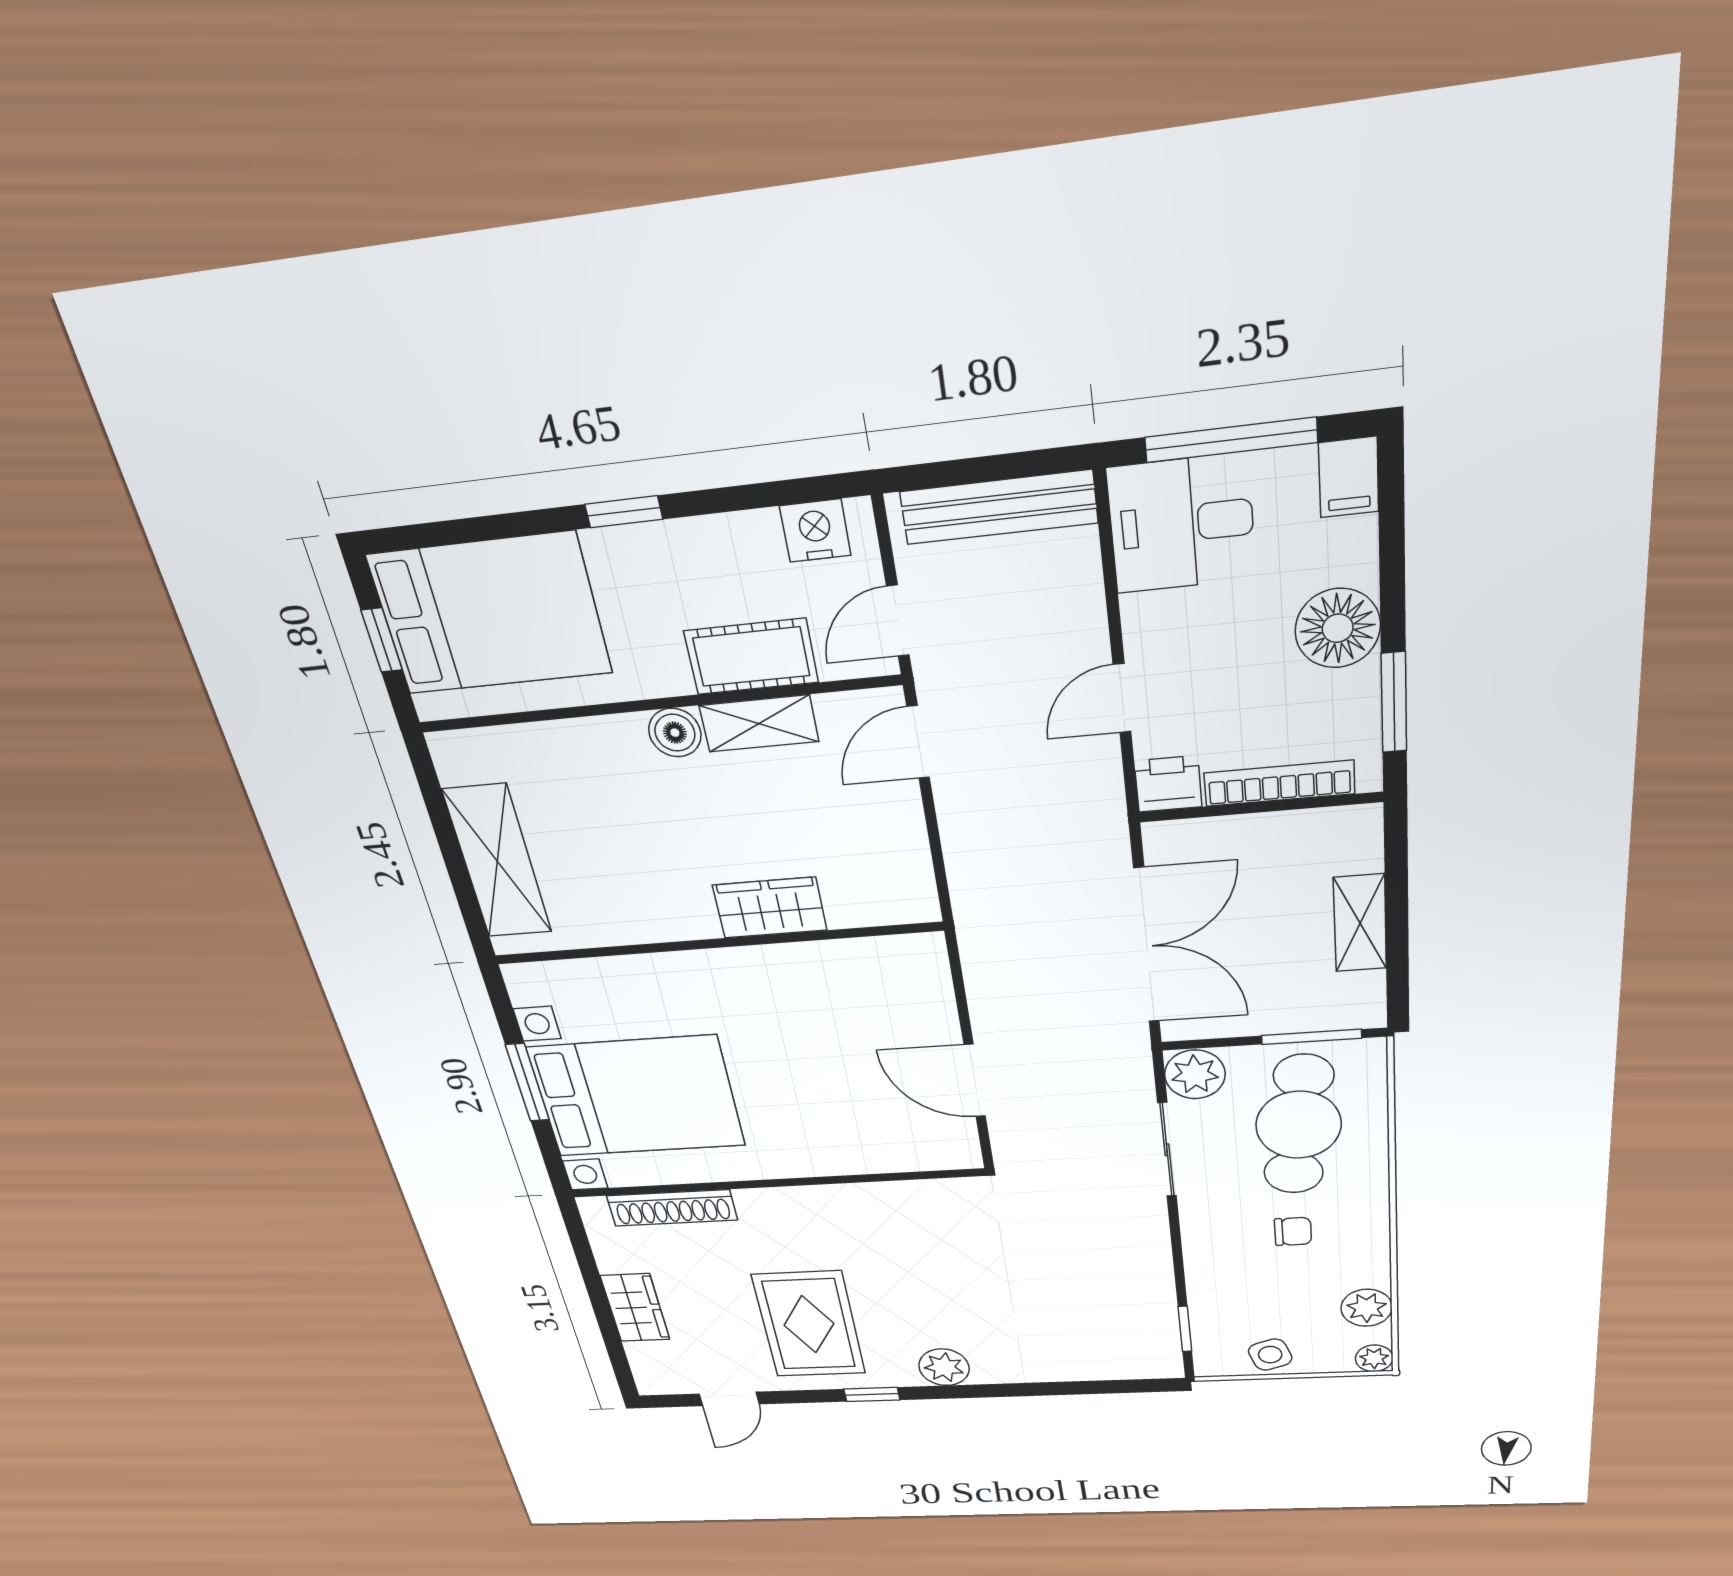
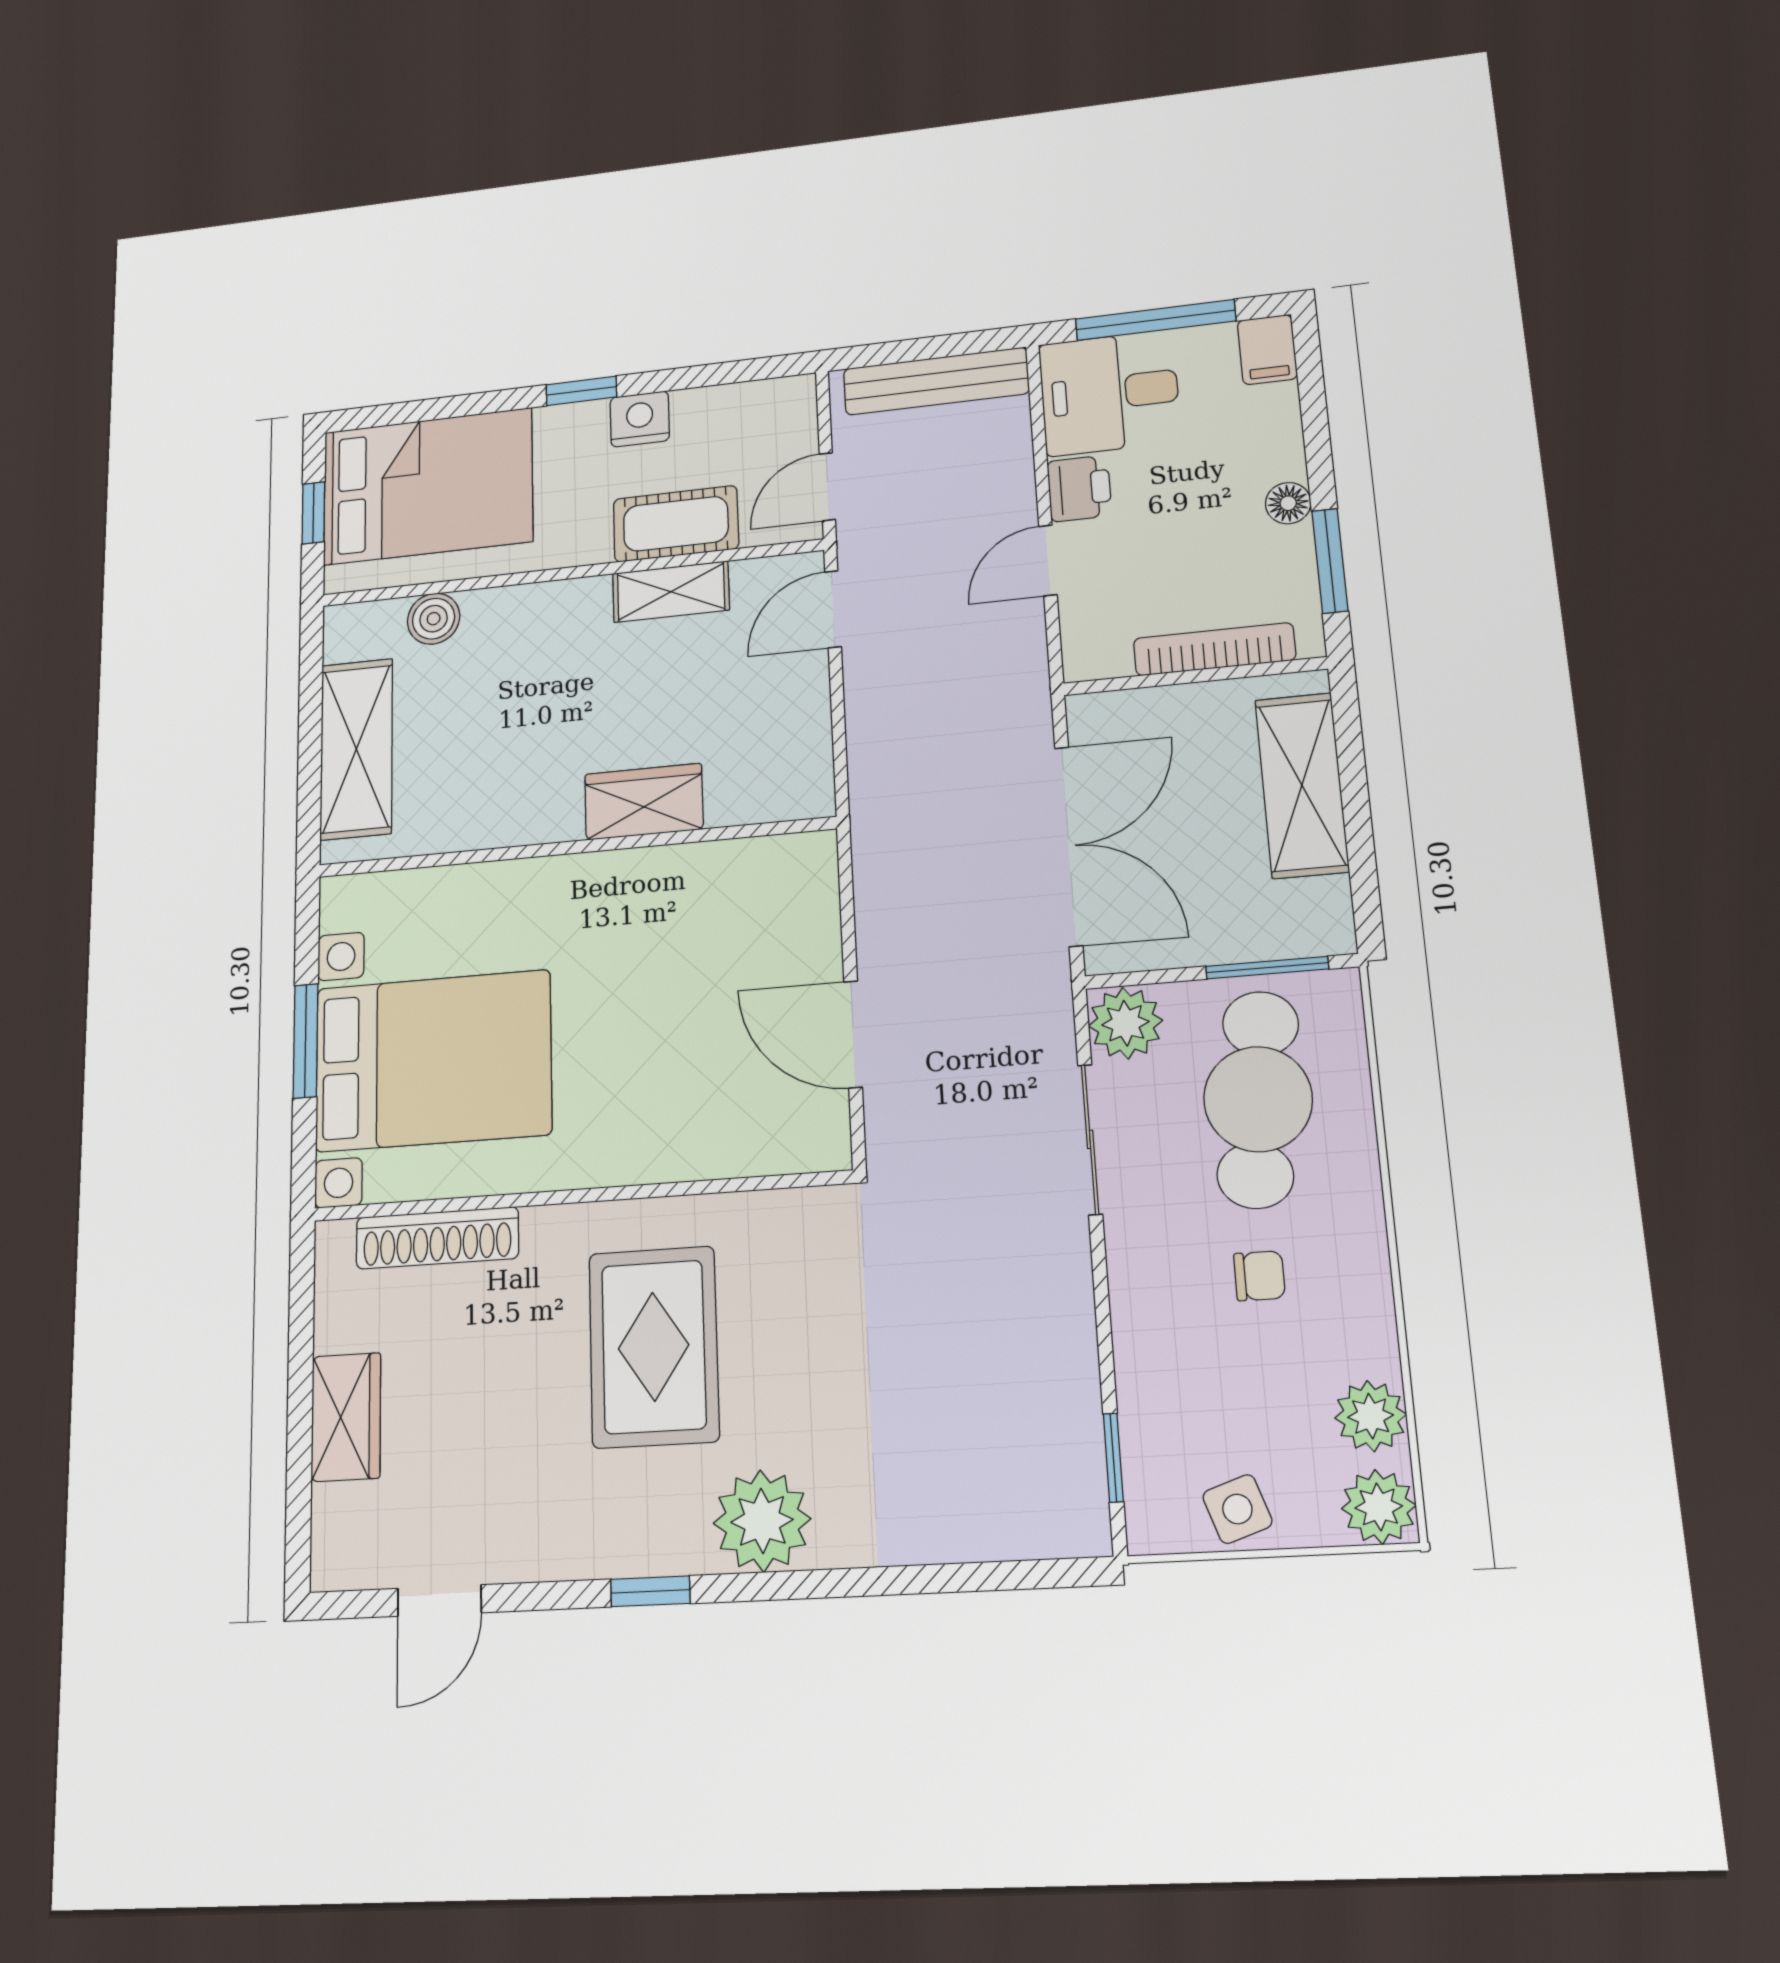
nightstand: (815, 531) -> (640, 419), moved
floor lamp: (1338, 628) -> (1288, 503), width x0.53, depth x0.53
boiler: (675, 733) -> (434, 619), moved
printer: (1168, 784) -> (1079, 489), moved, turned 90
shelving: (1360, 923) -> (1302, 785), width x1.50, depth x1.33
rug: (809, 1324) -> (654, 1347), moved
plant: (1374, 1358) -> (1379, 1507), width x1.38, depth x1.38
plant: (944, 1367) -> (762, 1521), width x1.36, depth x1.36

